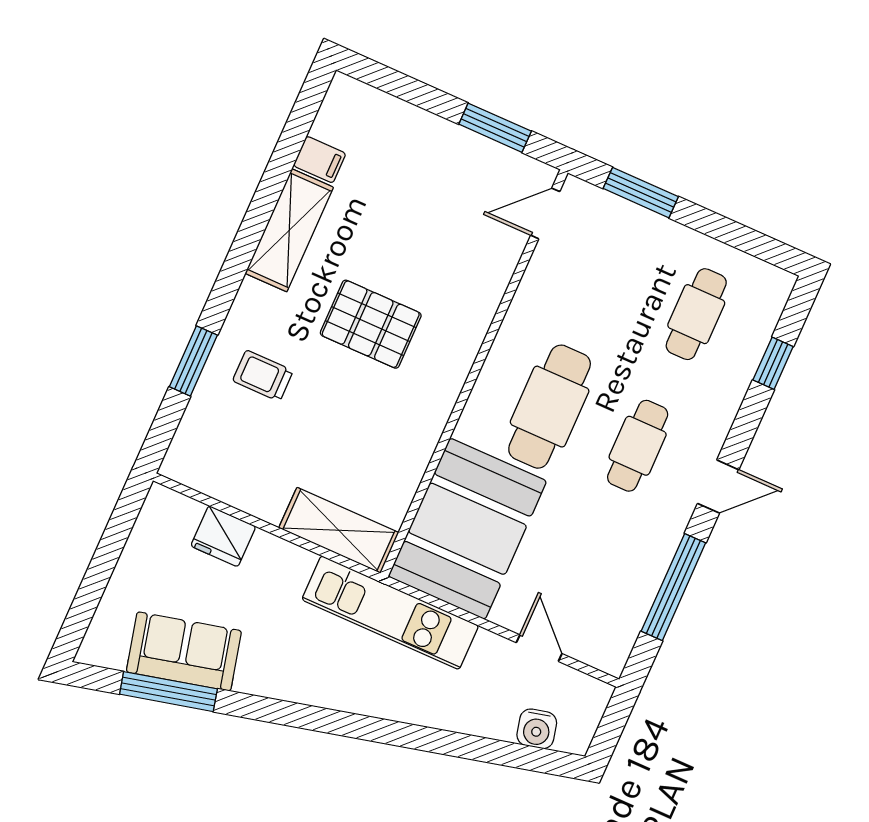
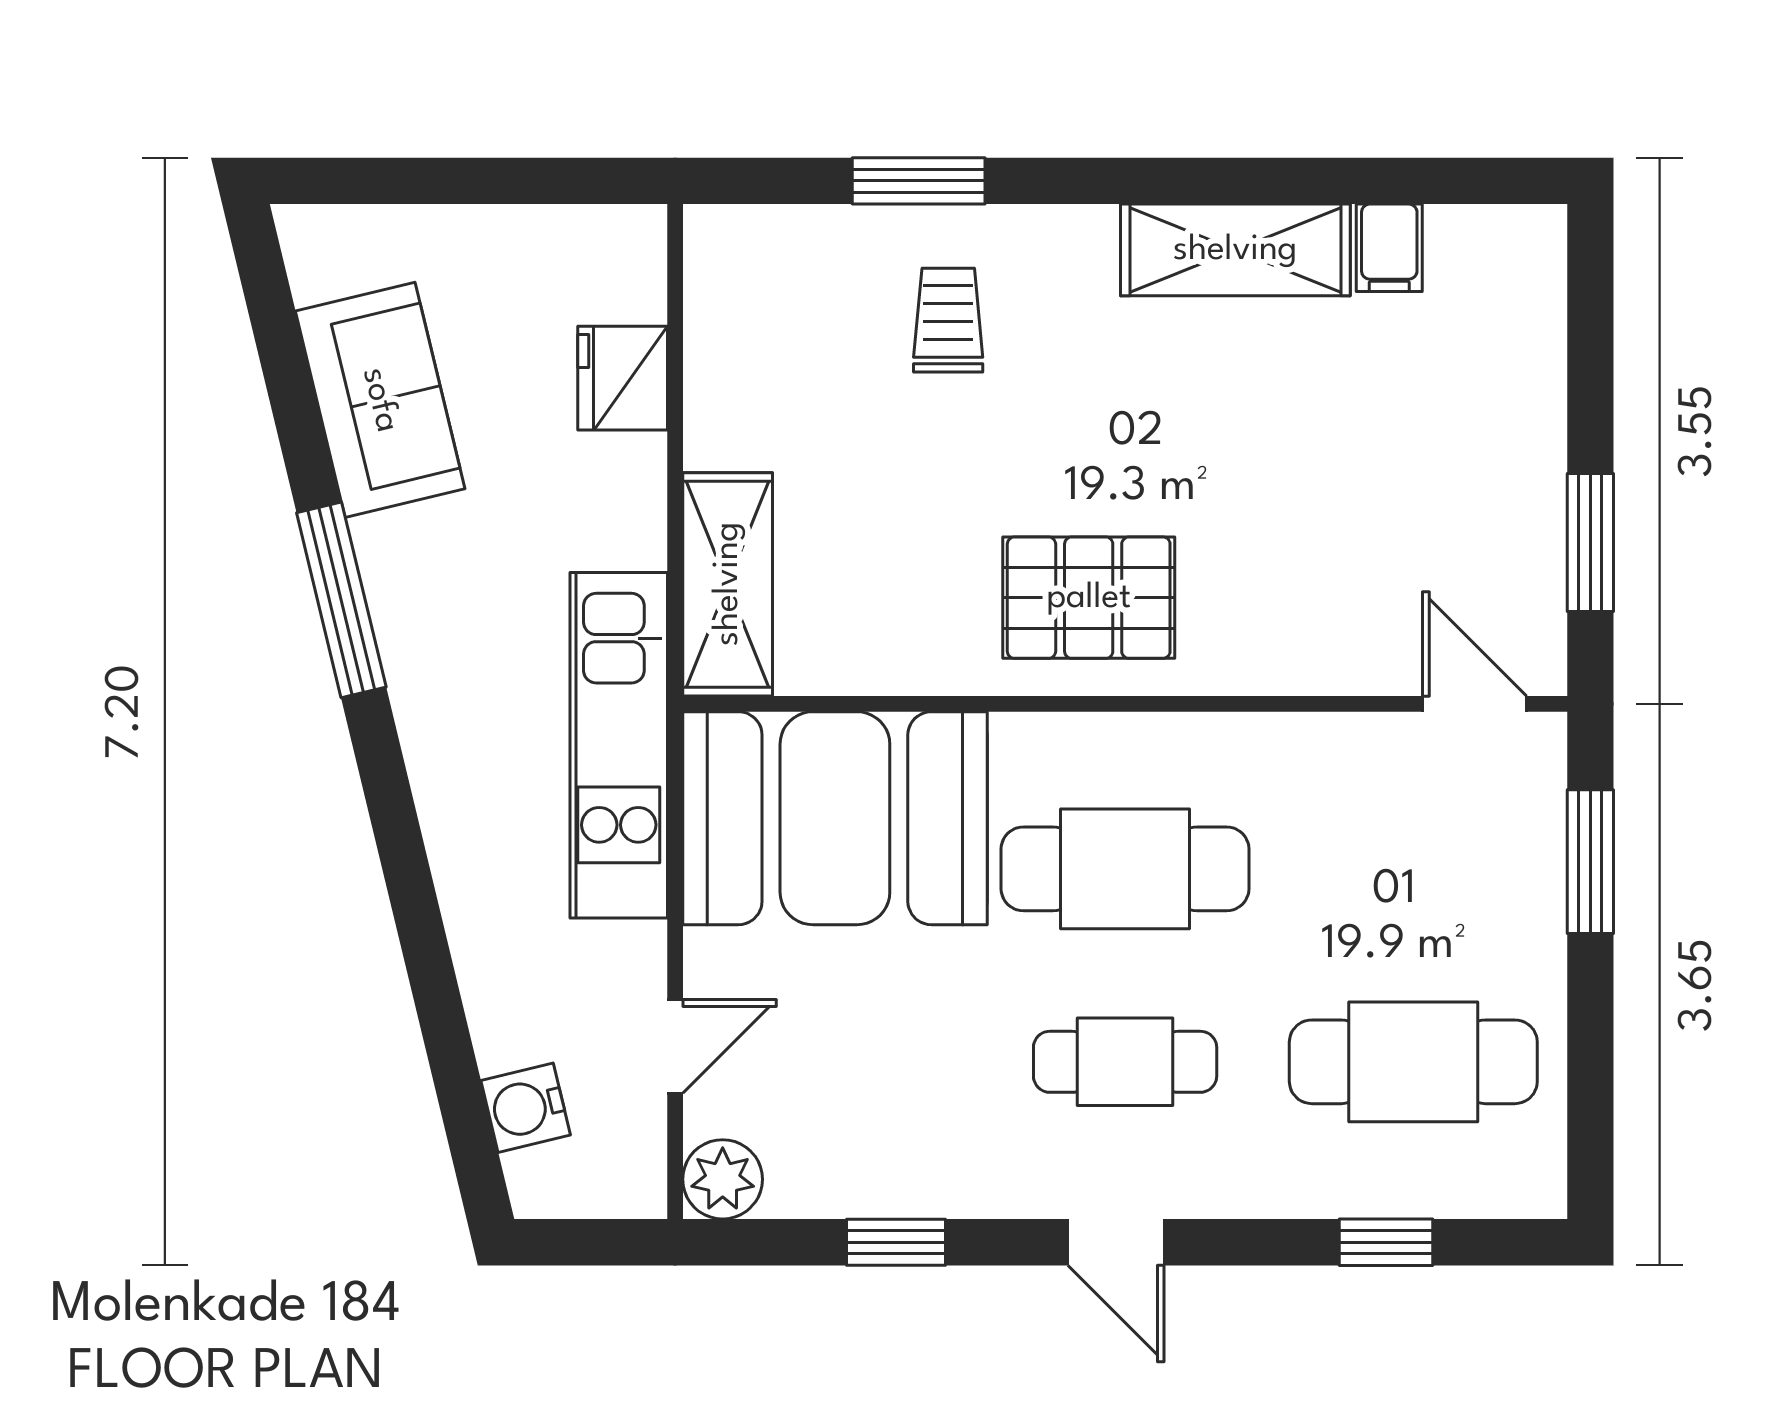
cafe table: (696, 314) -> (1413, 1062), width x1.37, depth x1.35
pallet: (371, 324) -> (1089, 598), moved, turned 90
window: (673, 587) -> (896, 1242), width x0.46
plant: (609, 653) -> (723, 1179), added
window: (168, 692) -> (341, 600), moved

